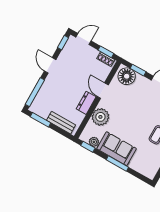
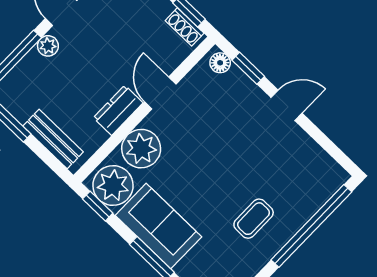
floor lamp: (127, 76) -> (220, 63), width x0.53, depth x0.53
plant: (48, 83) -> (48, 46), added
plant: (94, 142) -> (113, 186), width x1.87, depth x1.87

